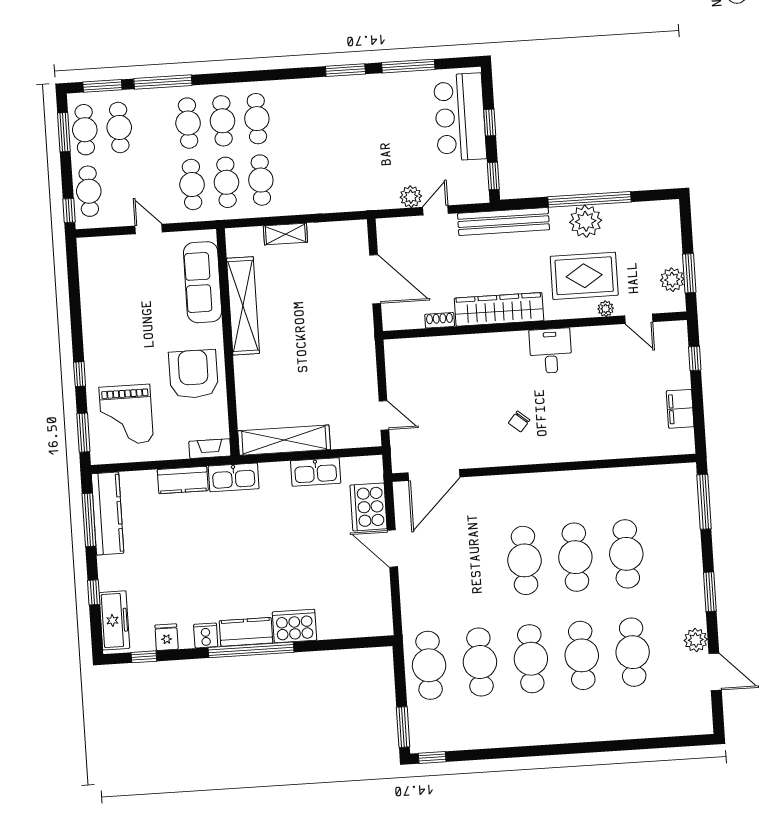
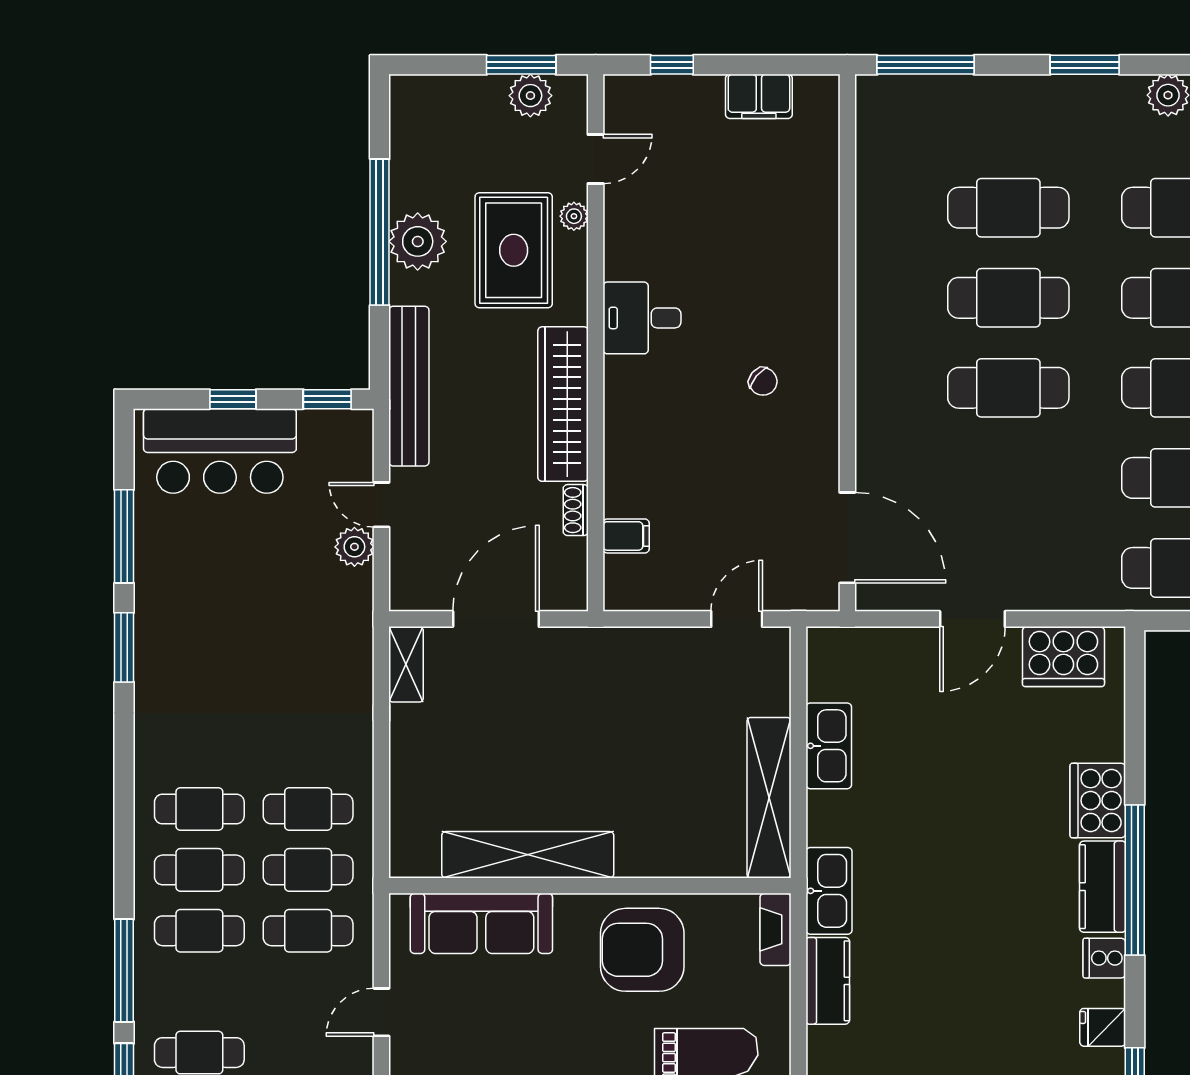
shelving: (285, 234) -> (406, 664), moved
filing cabinet: (427, 350) -> (626, 536), added
cooker: (368, 507) -> (1063, 657), moved

